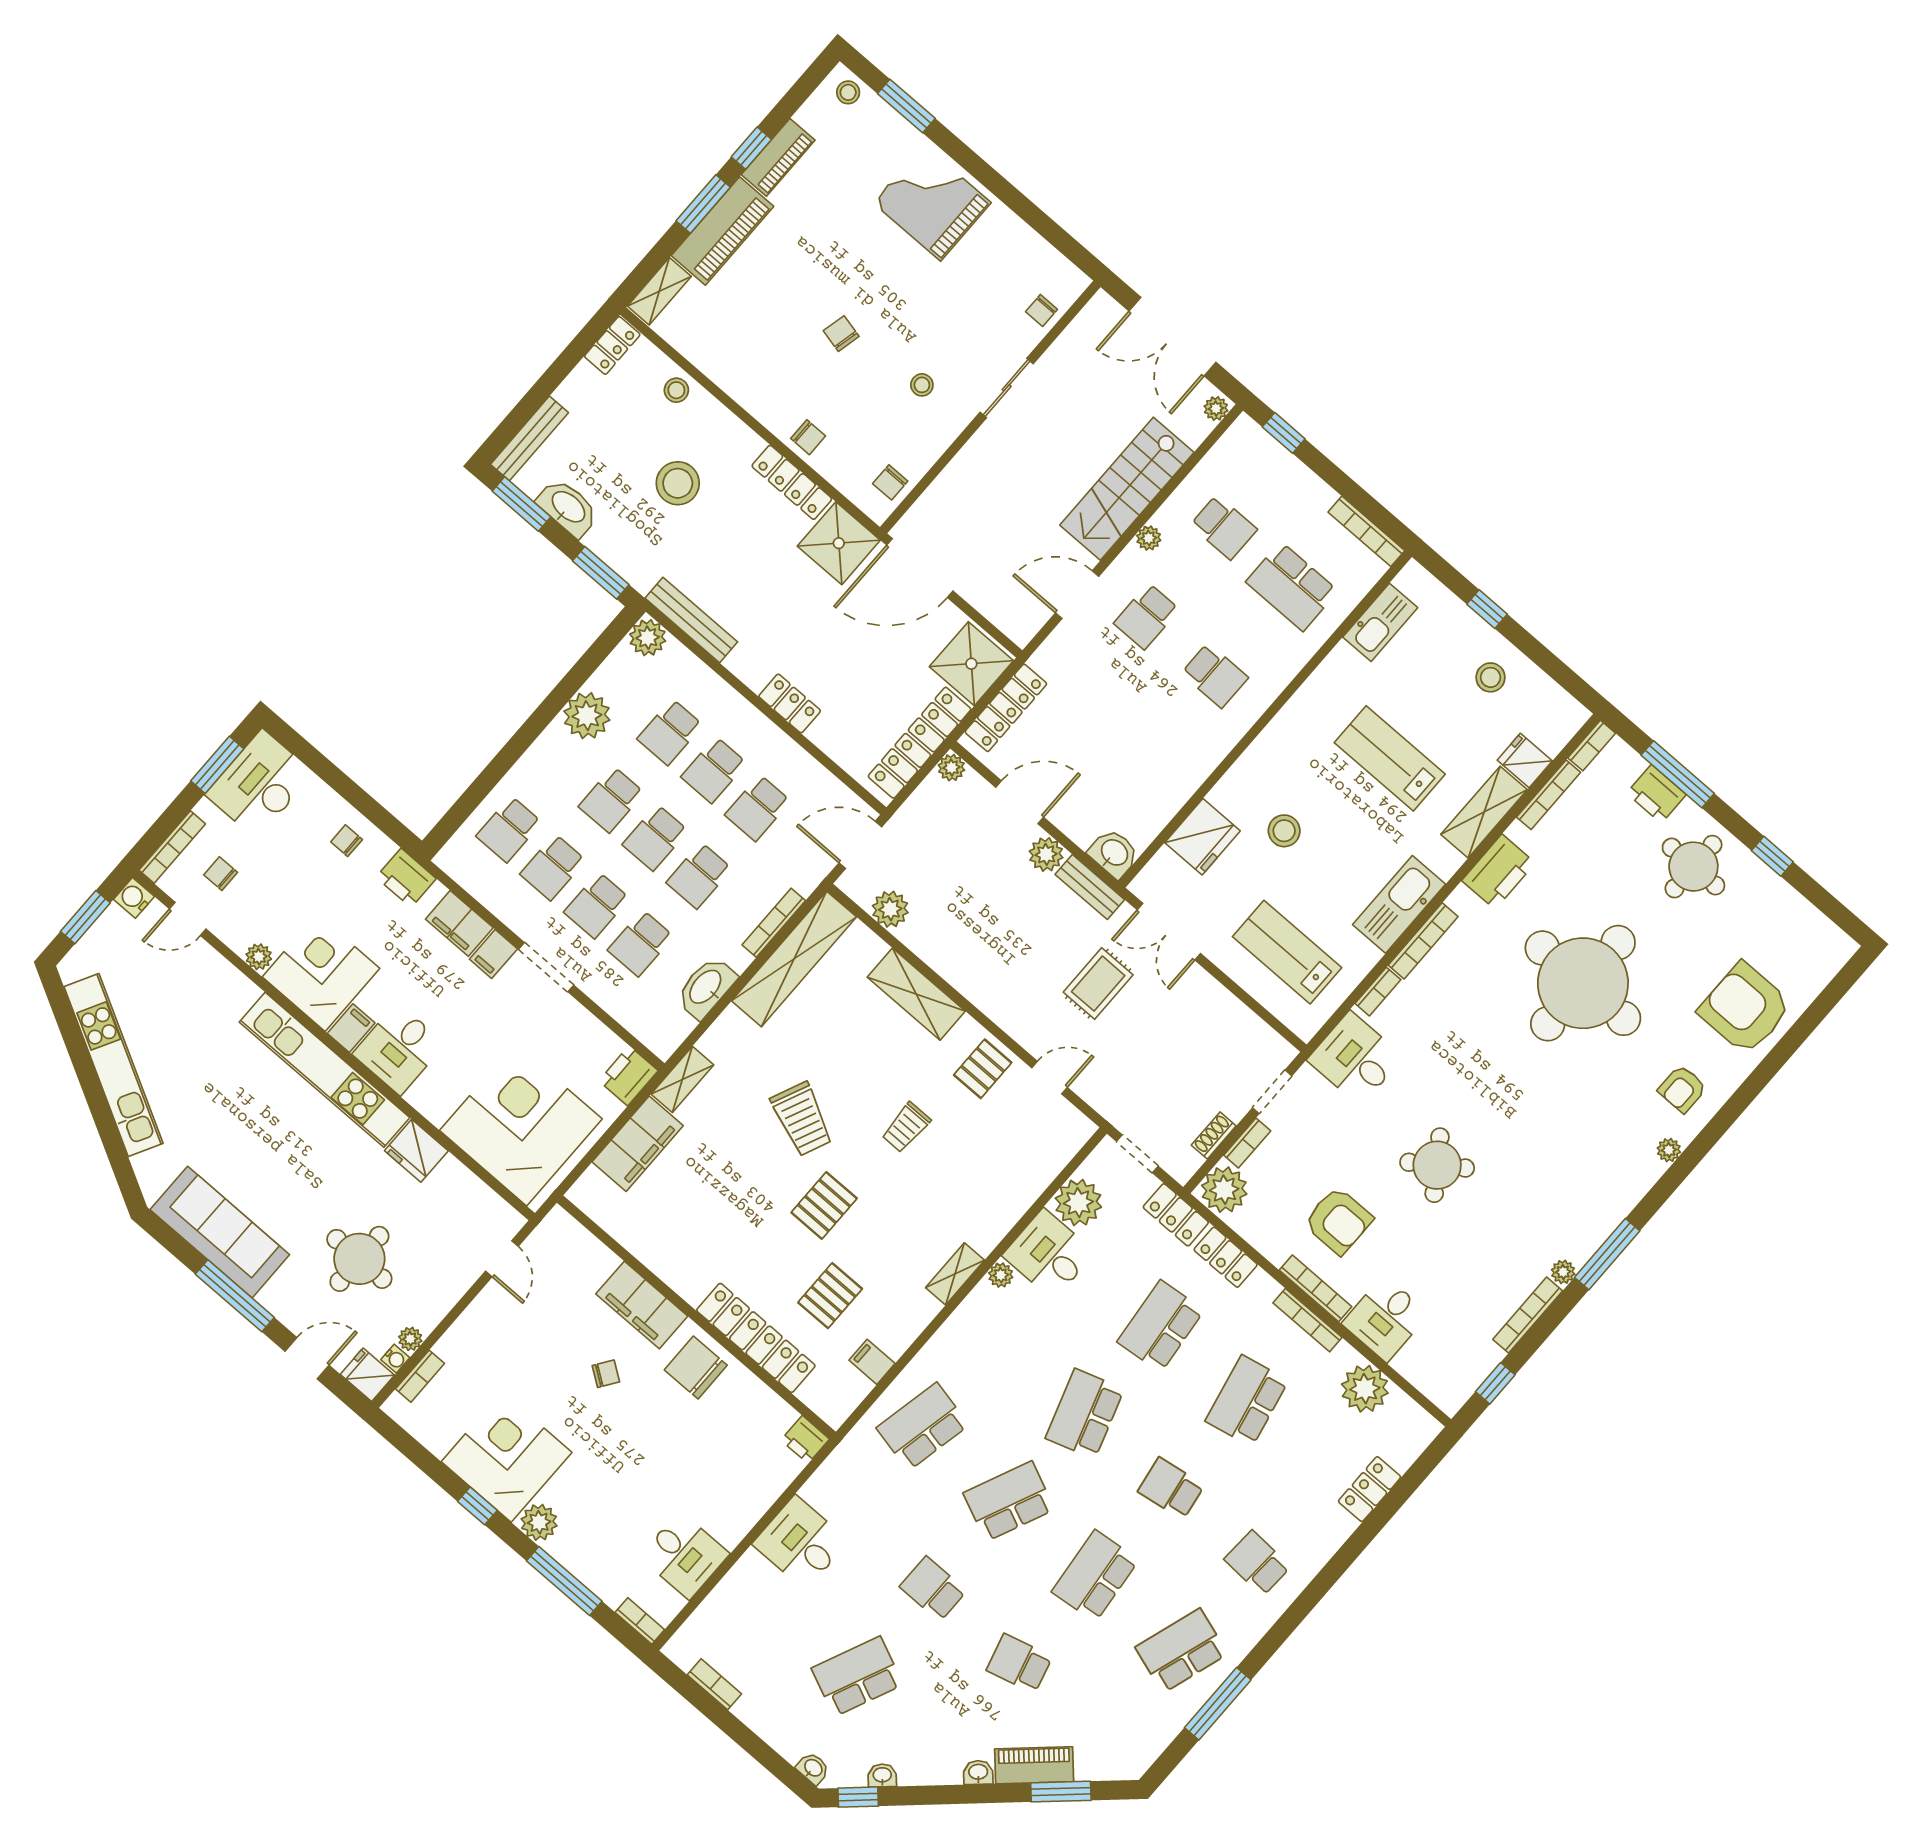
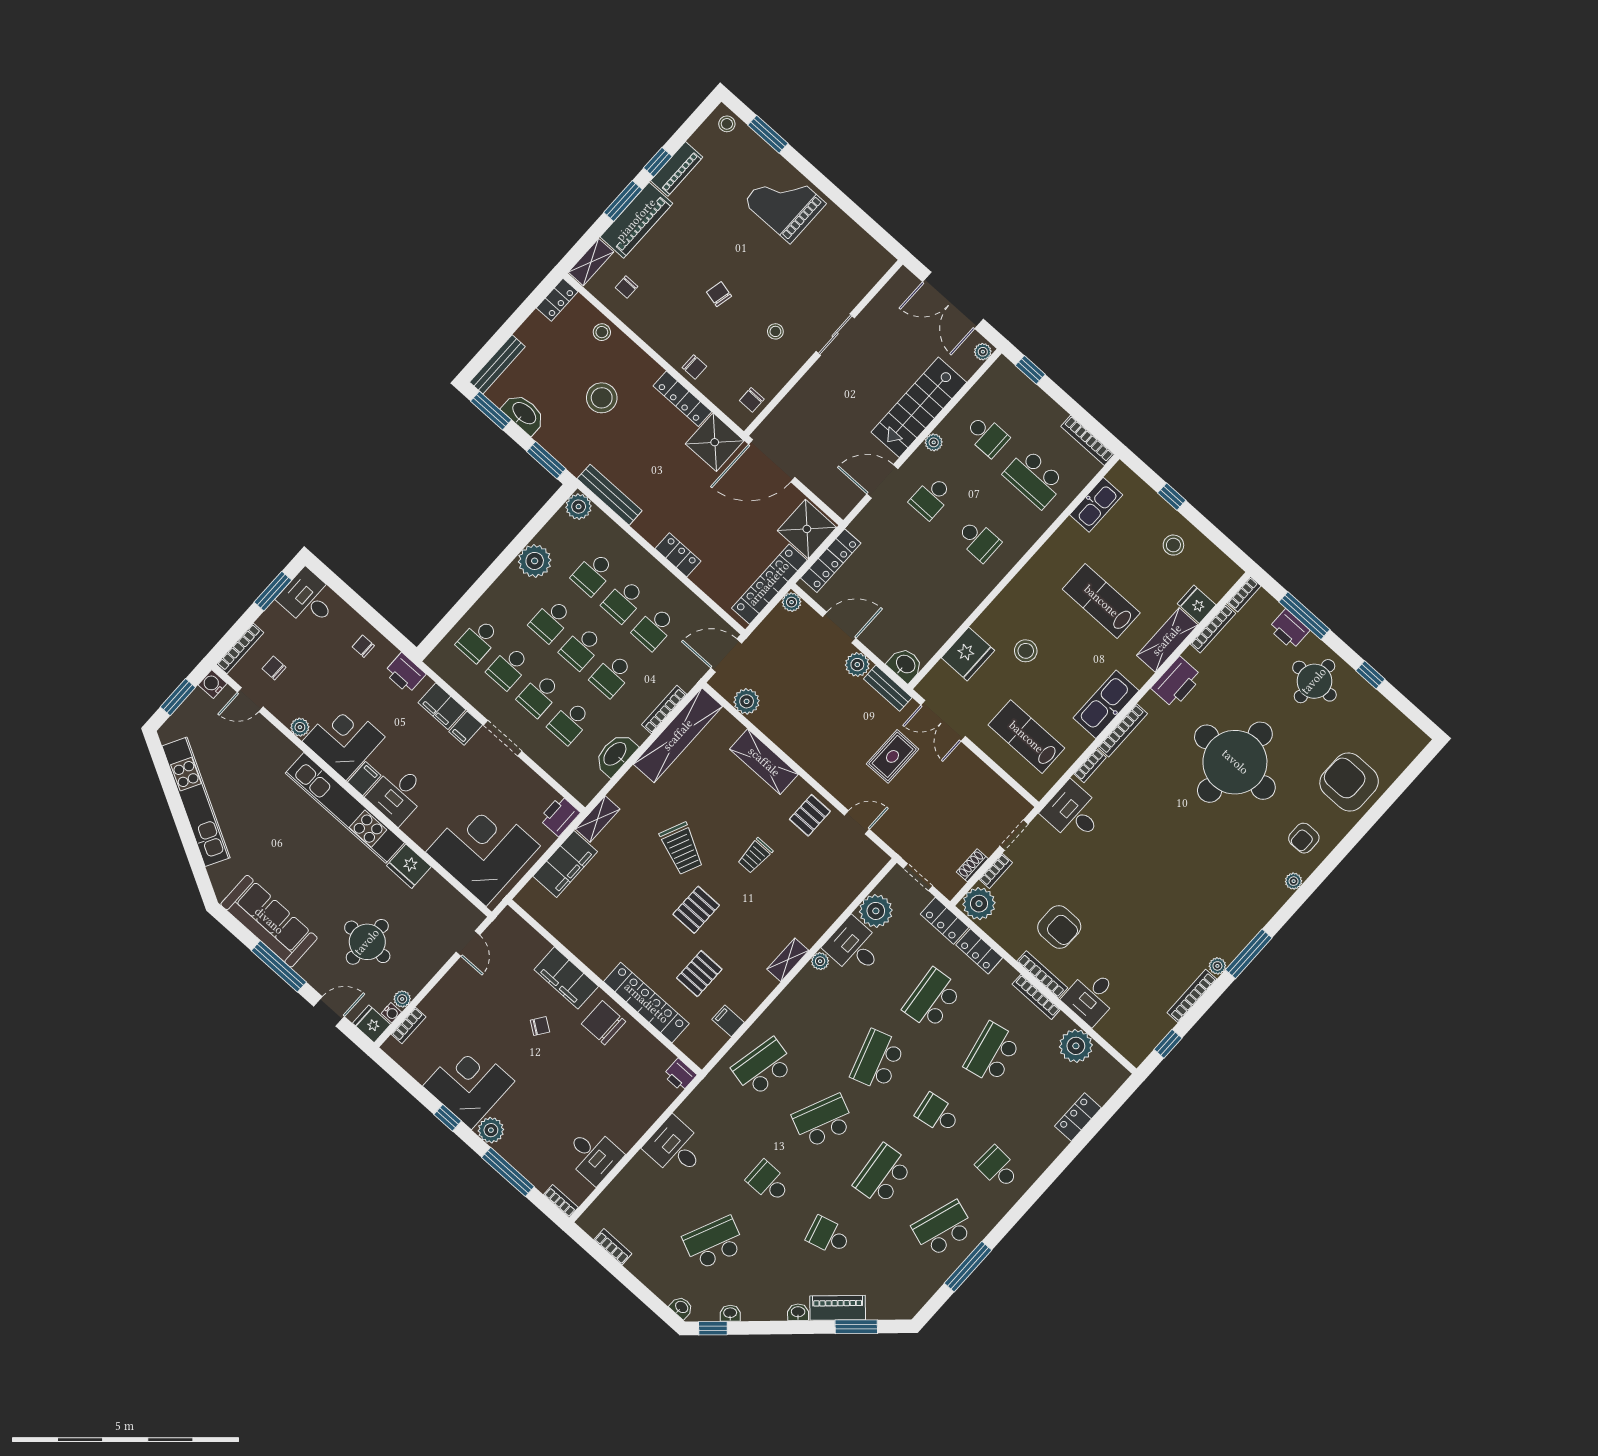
chair: (1042, 310) -> (626, 287), moved
desk: (260, 784) -> (308, 599), width x0.73
round table: (1437, 1165) -> (1130, 889), removed

